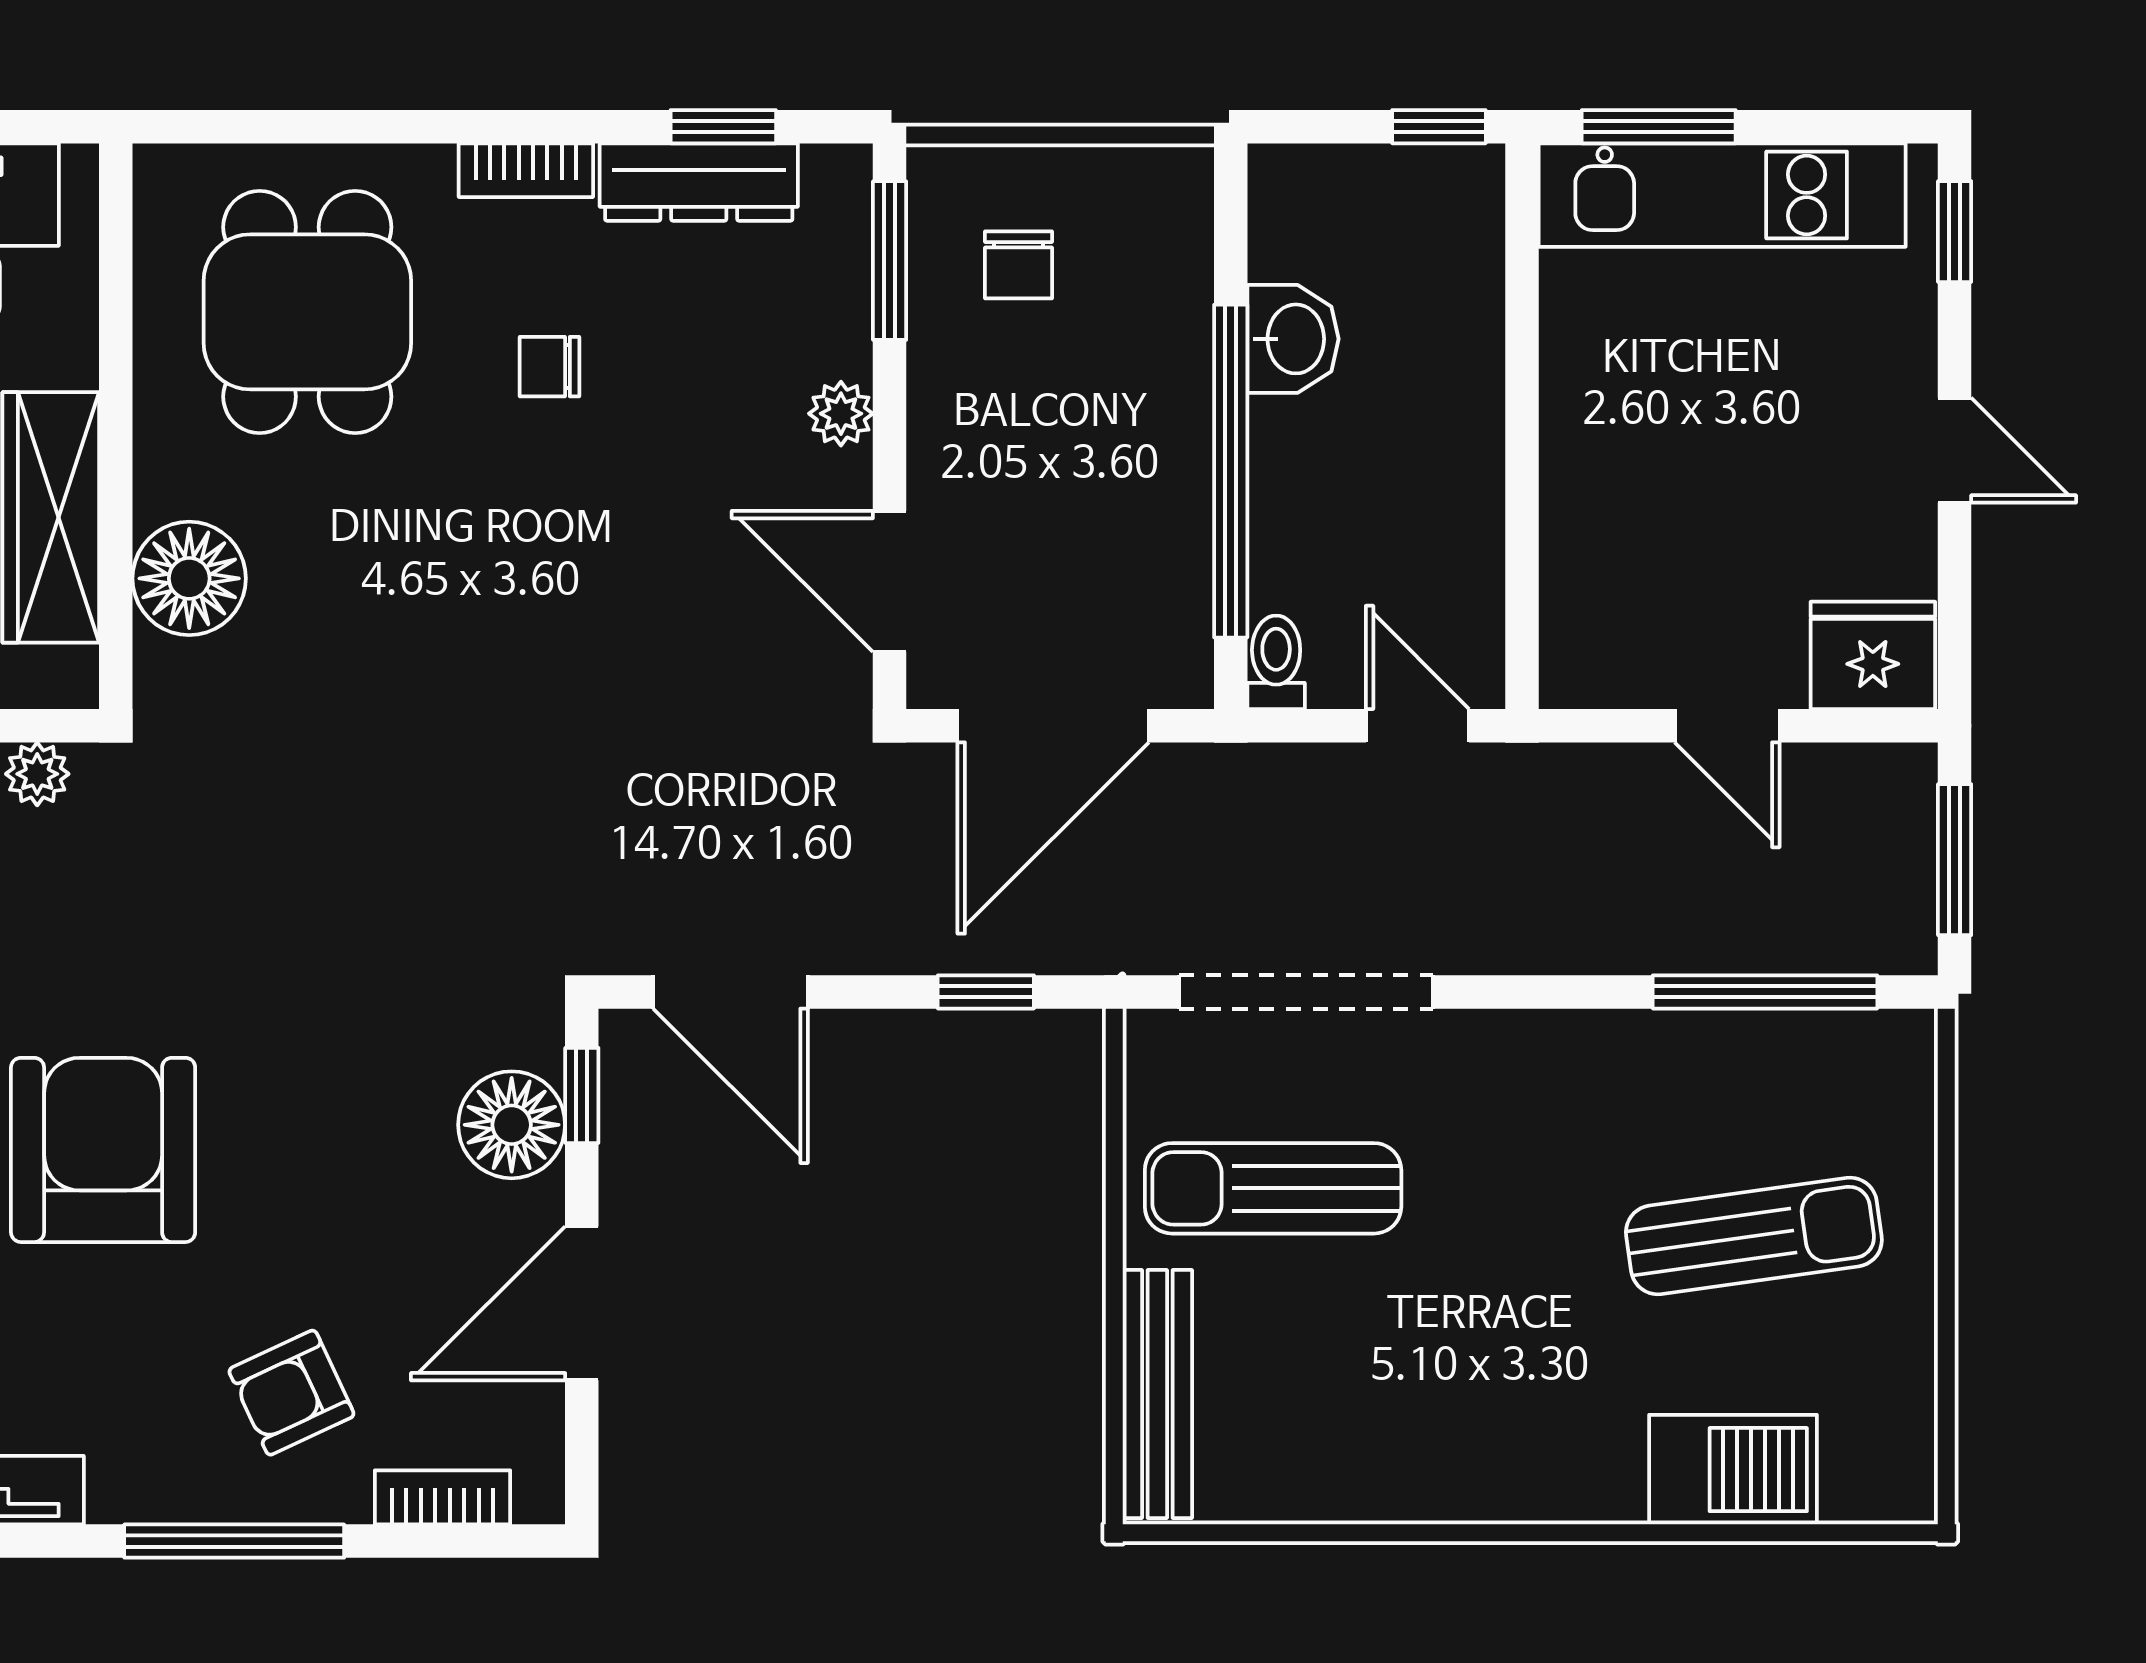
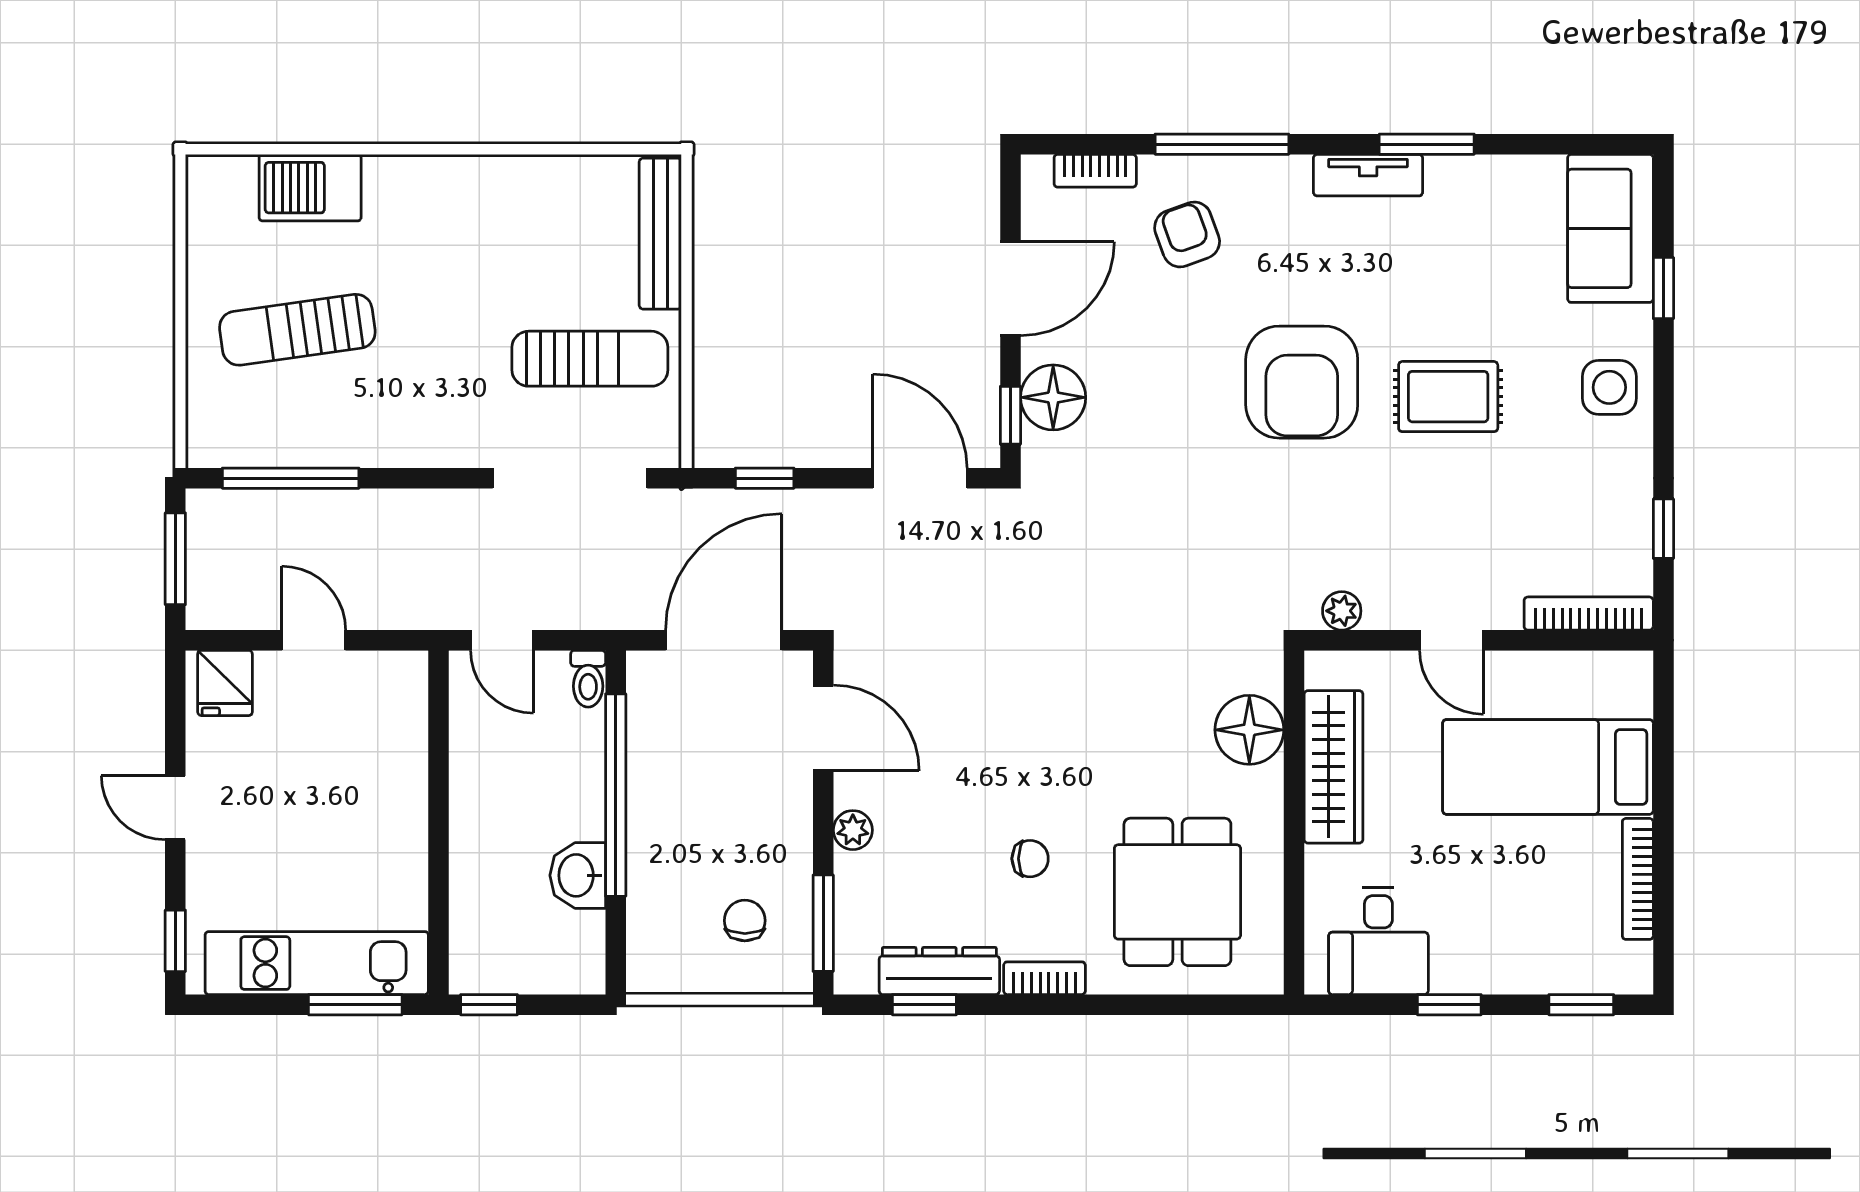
fridge: (1873, 655) -> (225, 683), width x0.72
armchair: (291, 1393) -> (1187, 234), turned -85

